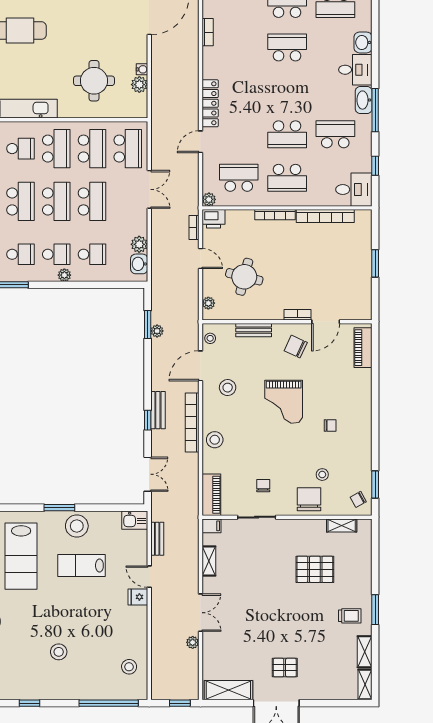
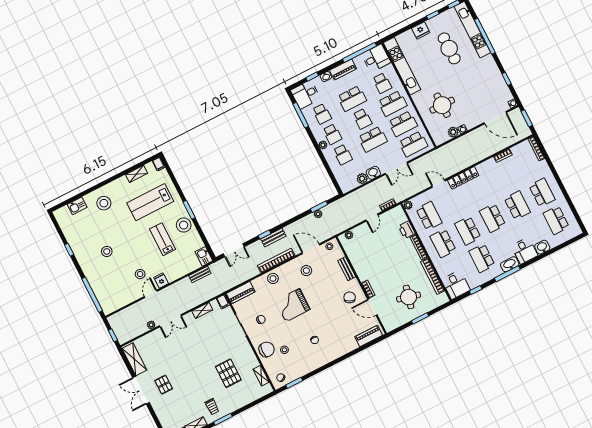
school desk: (287, 91) -> (493, 218), added
school desk: (335, 134) -> (482, 258), turned 180
school desk: (56, 201) -> (362, 119), width x0.54
printer: (213, 219) -> (407, 230), moved
washbasin: (139, 264) -> (373, 173), moved
round table: (244, 277) -> (409, 297), moved
grand piano: (284, 402) -> (293, 305), moved
door: (149, 577) -> (151, 294), moved
stool: (129, 667) -> (140, 274), moved

